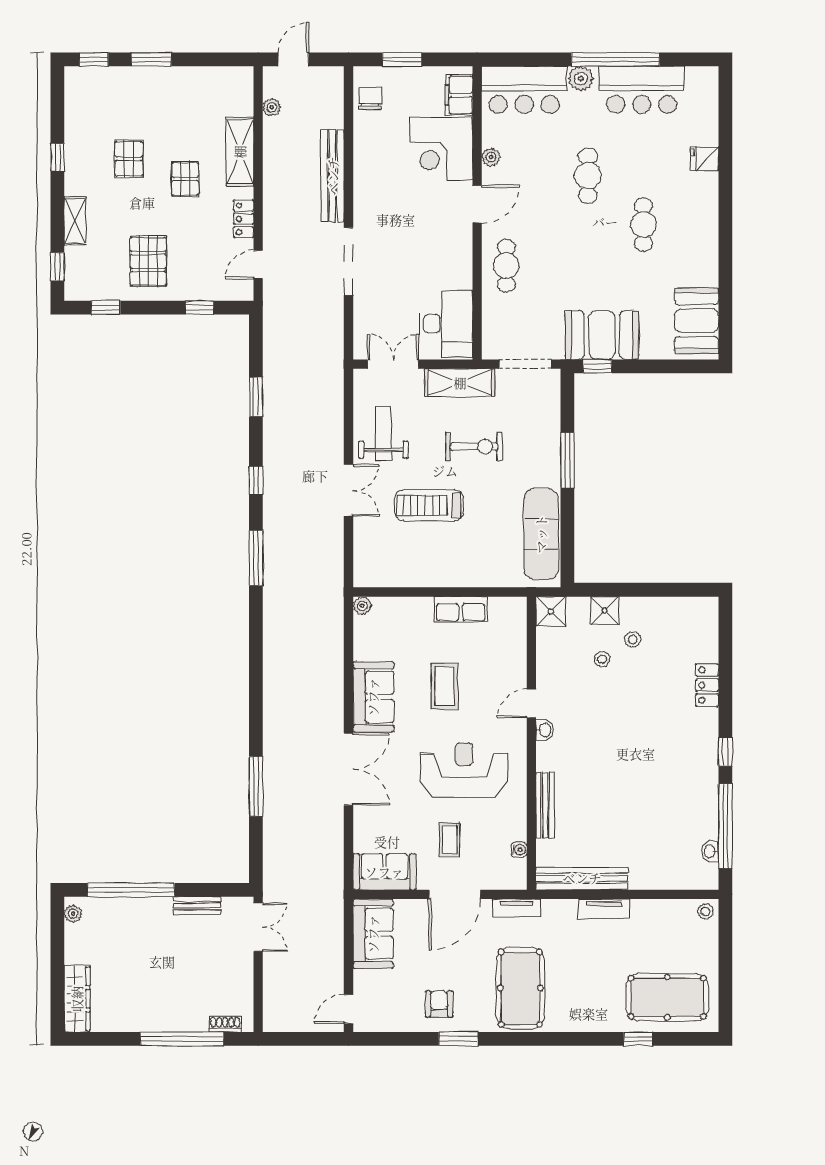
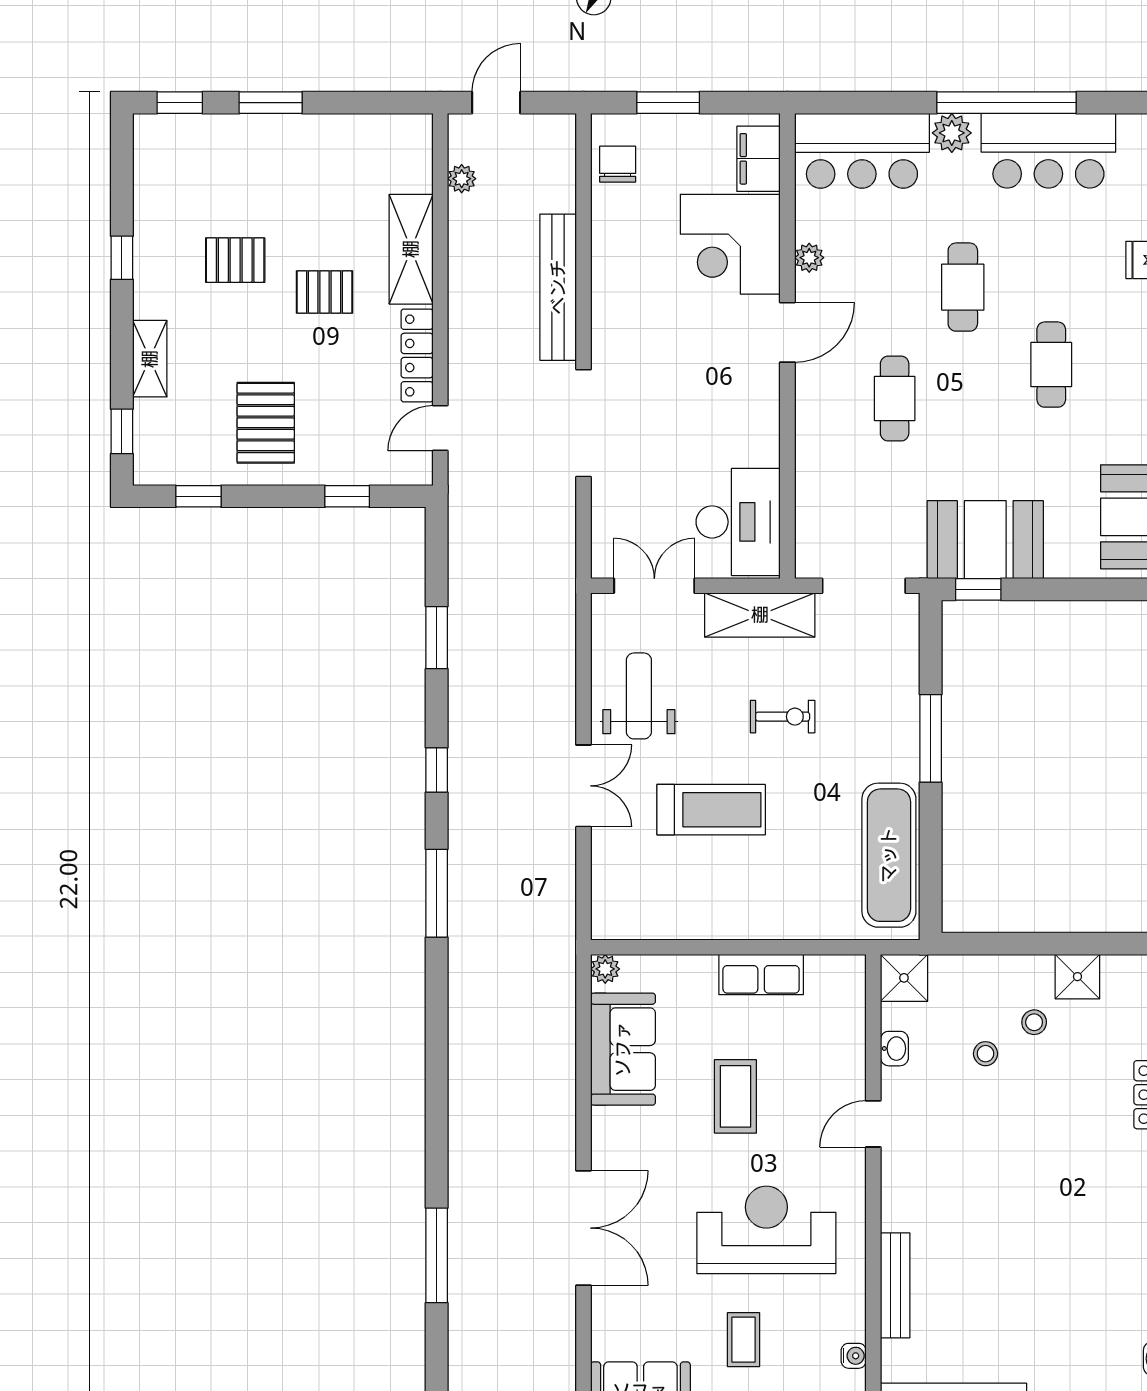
pallet: (129, 159) -> (235, 260), turned 90
pallet: (185, 179) -> (325, 292), turned 90
locker: (244, 219) -> (417, 355), width x1.53
cafe table: (506, 266) -> (895, 399), moved
exercise bike: (474, 447) -> (783, 717), width x0.73, depth x0.72
treadmill: (429, 505) -> (711, 810), turned 180
shower: (605, 611) -> (1077, 977), moved
sofa: (373, 697) -> (623, 1049), moved
washbasin: (545, 730) -> (894, 1049), moved

